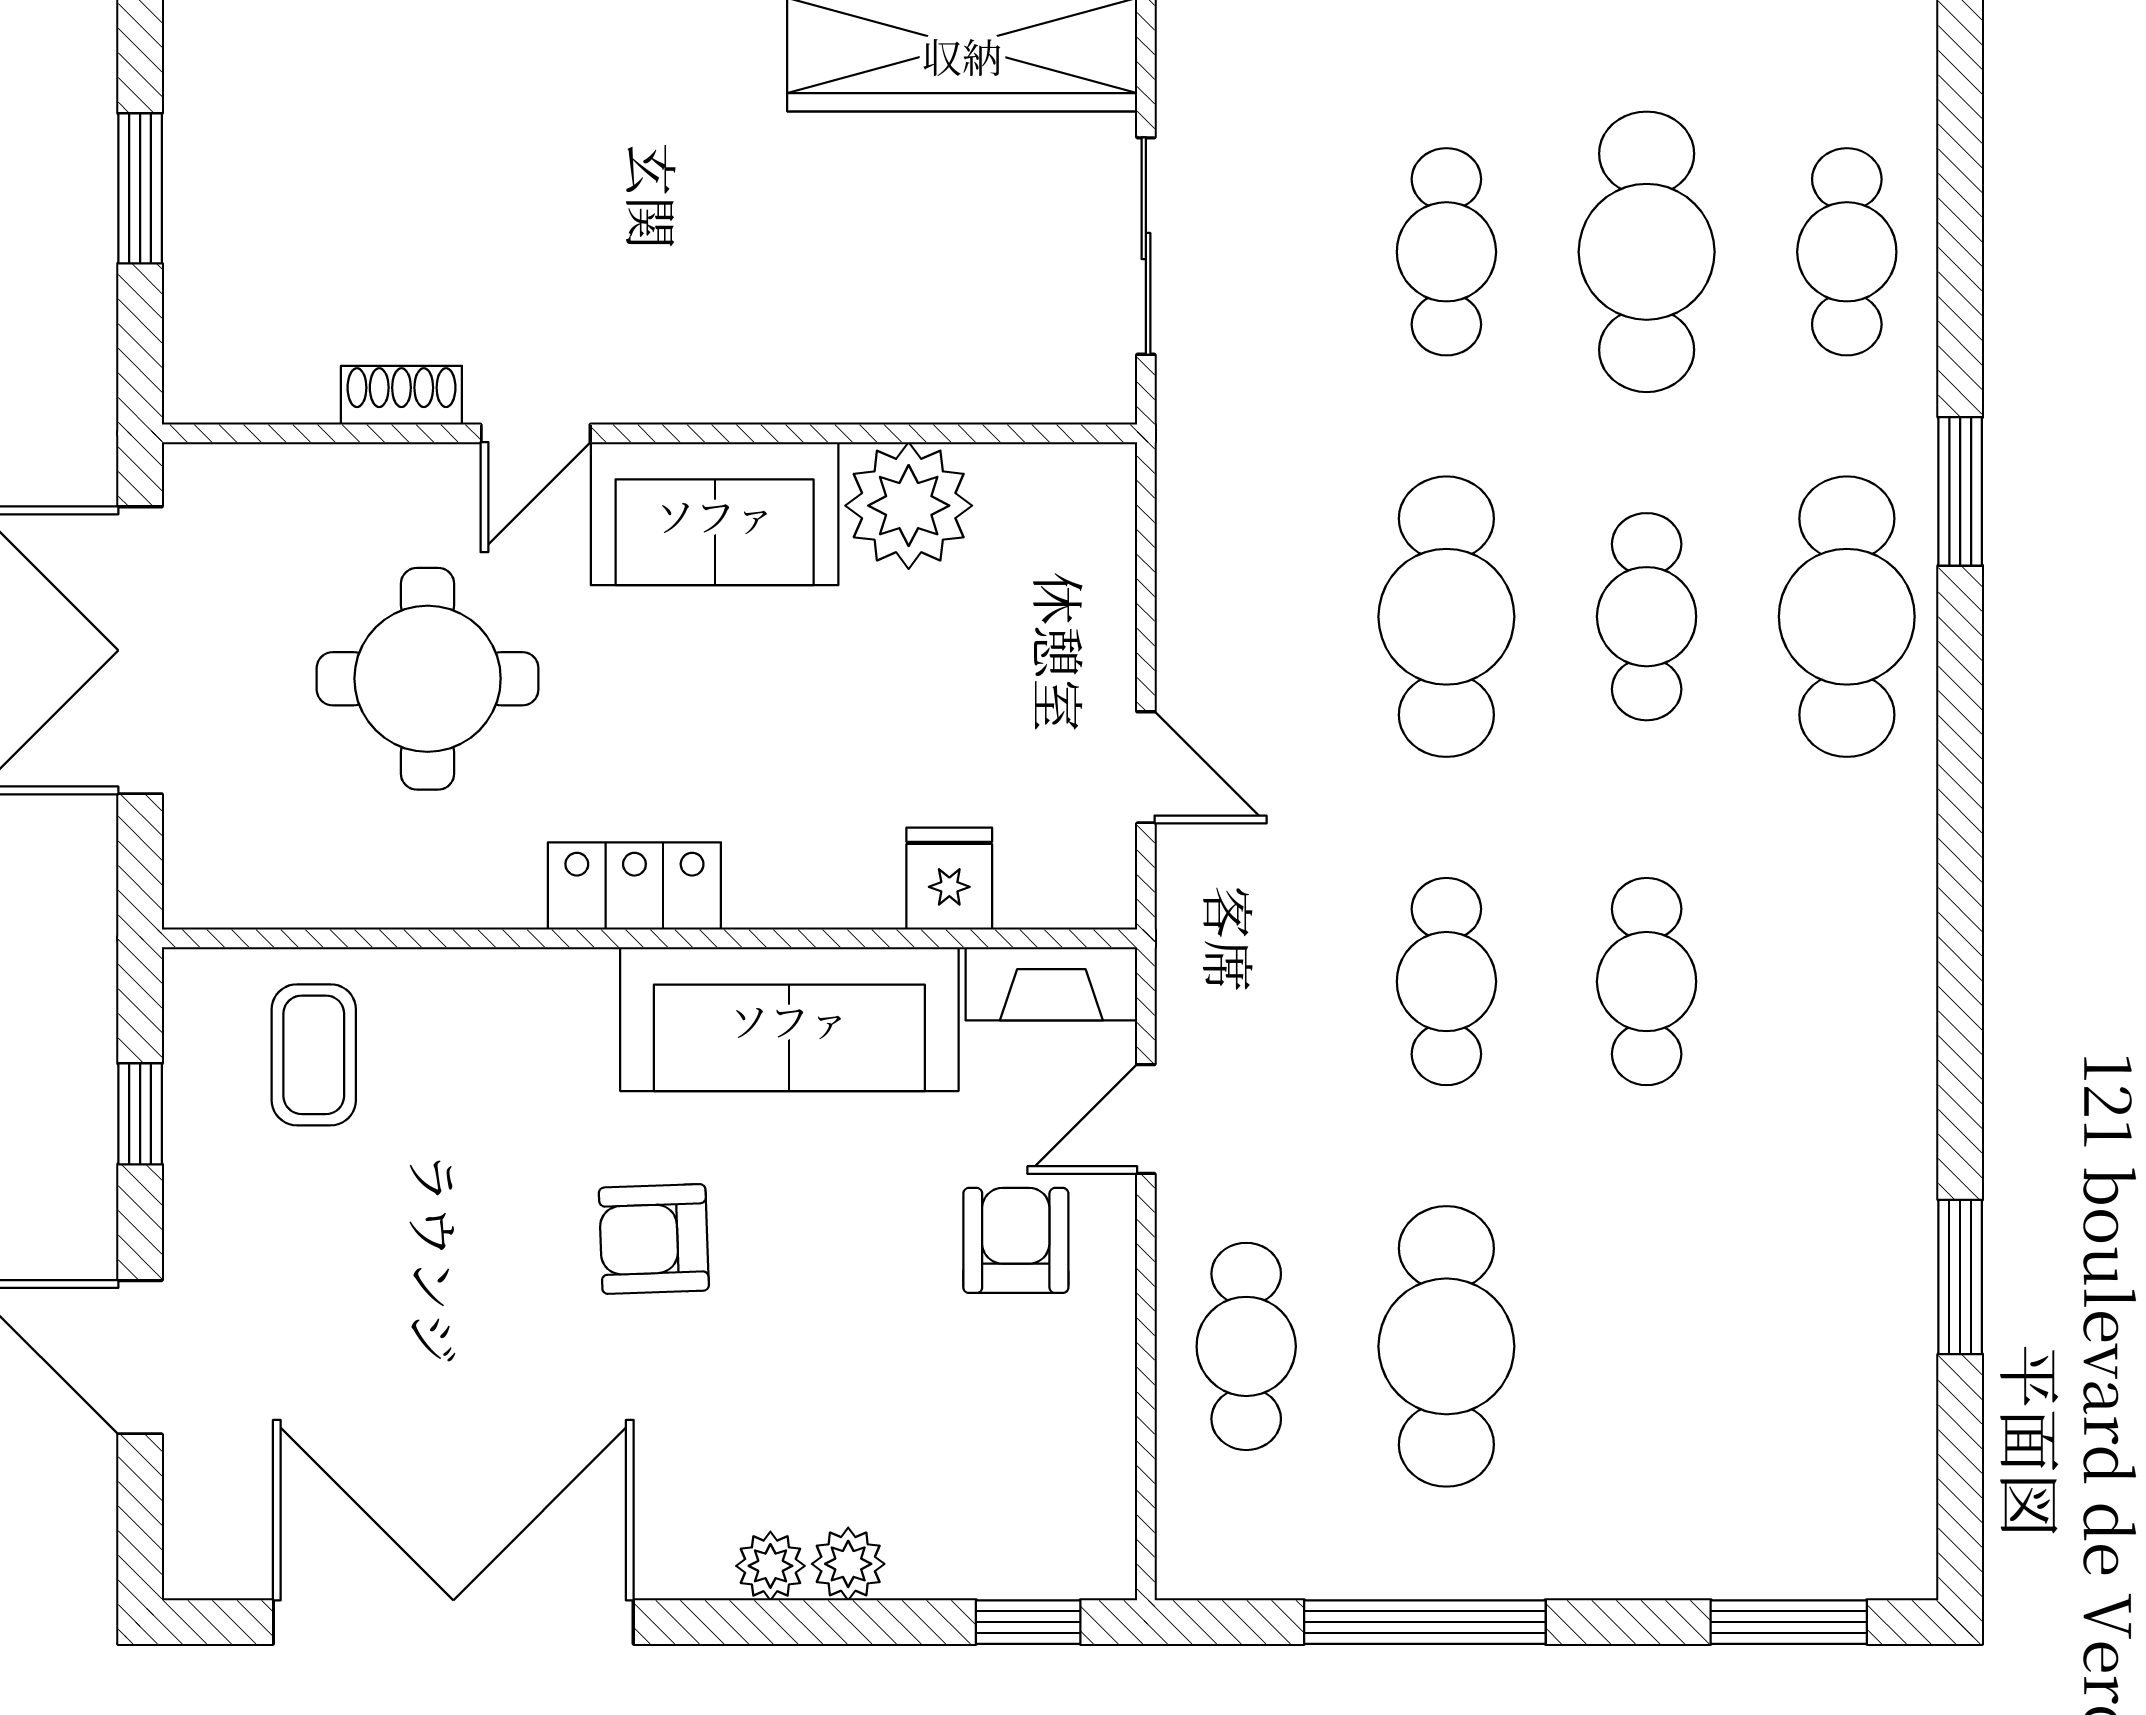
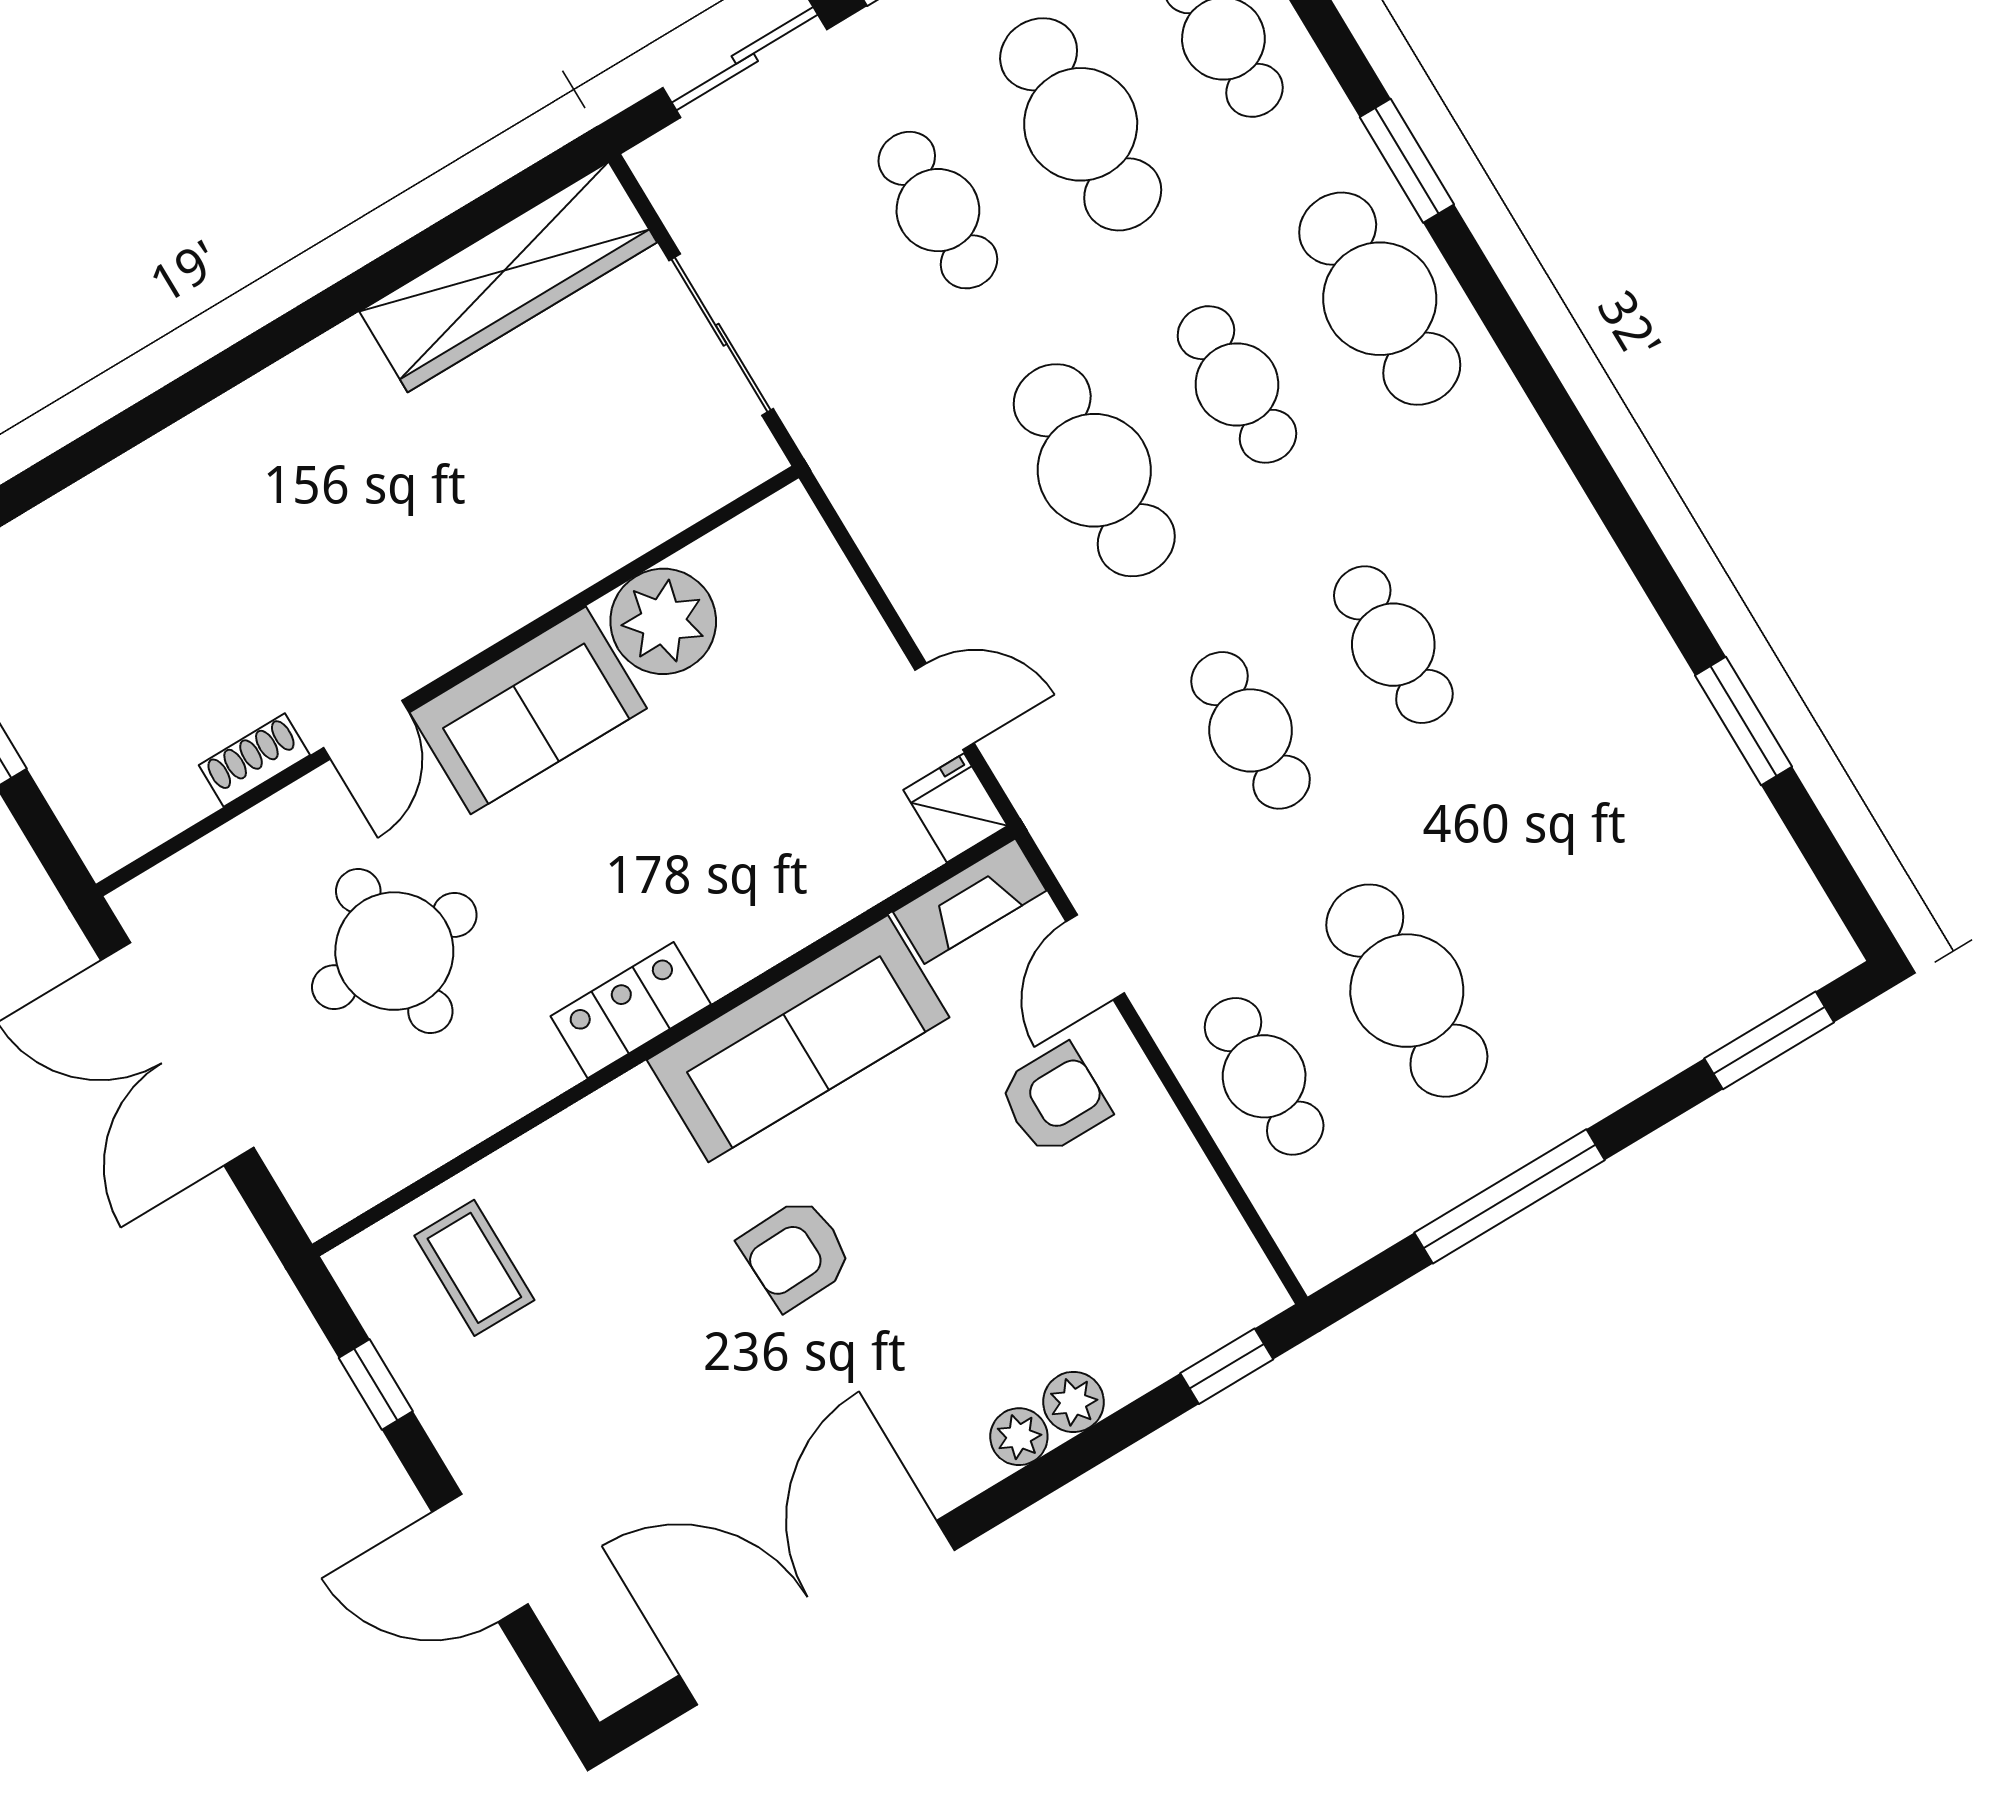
fridge: (949, 879) -> (955, 808), moved
armchair: (1016, 1240) -> (1054, 1100), turned 90

